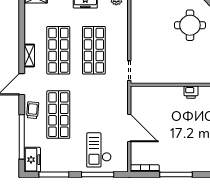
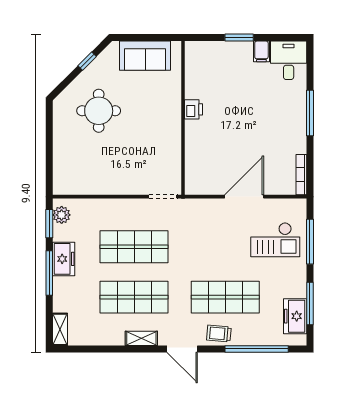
freezer: (32, 160) -> (295, 316), moved, turned -90
window: (176, 174) -> (310, 113), moved

